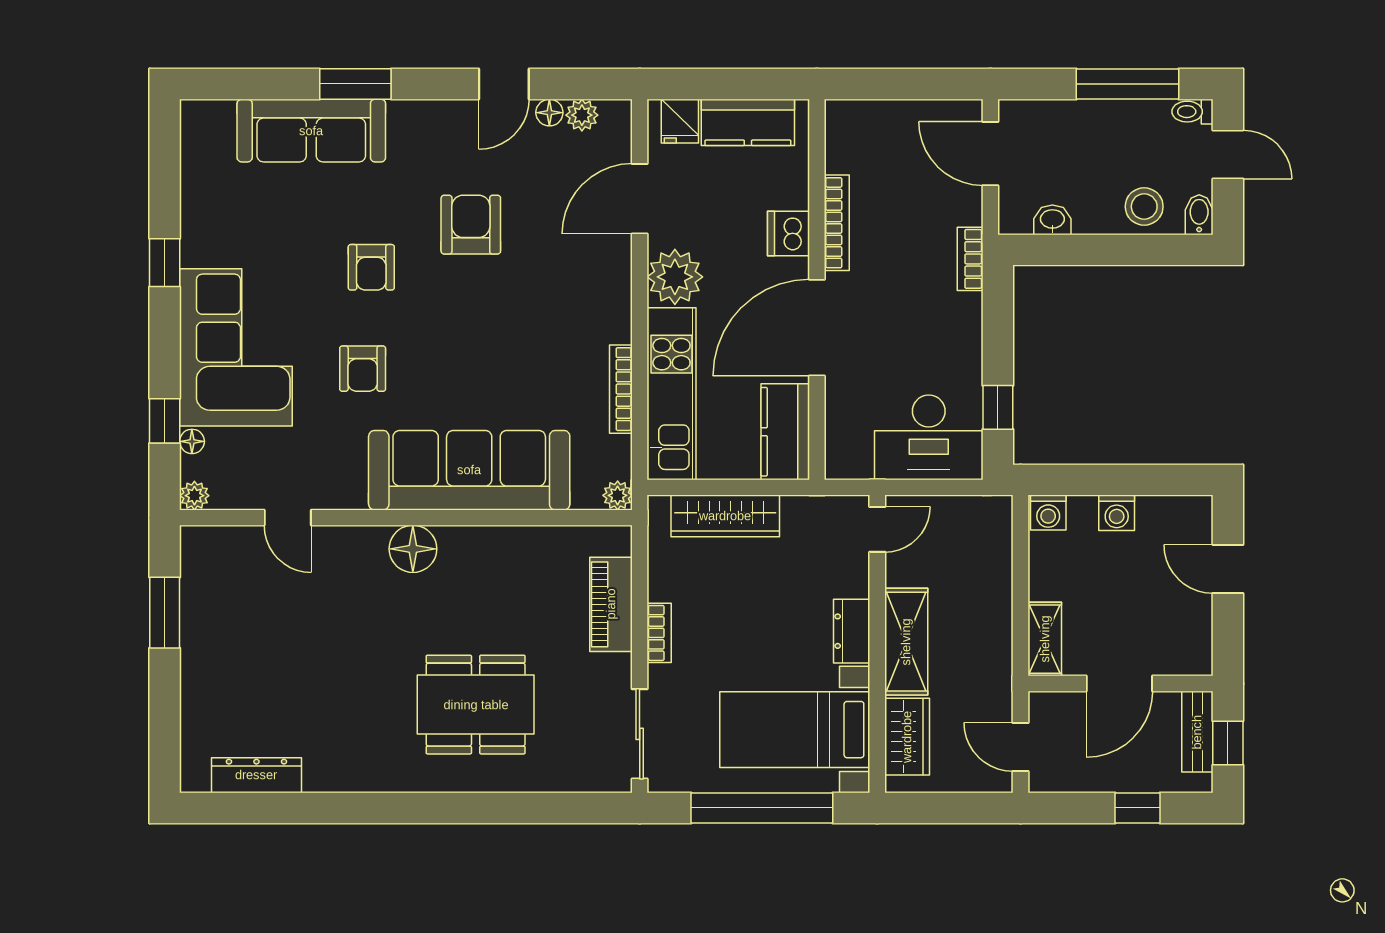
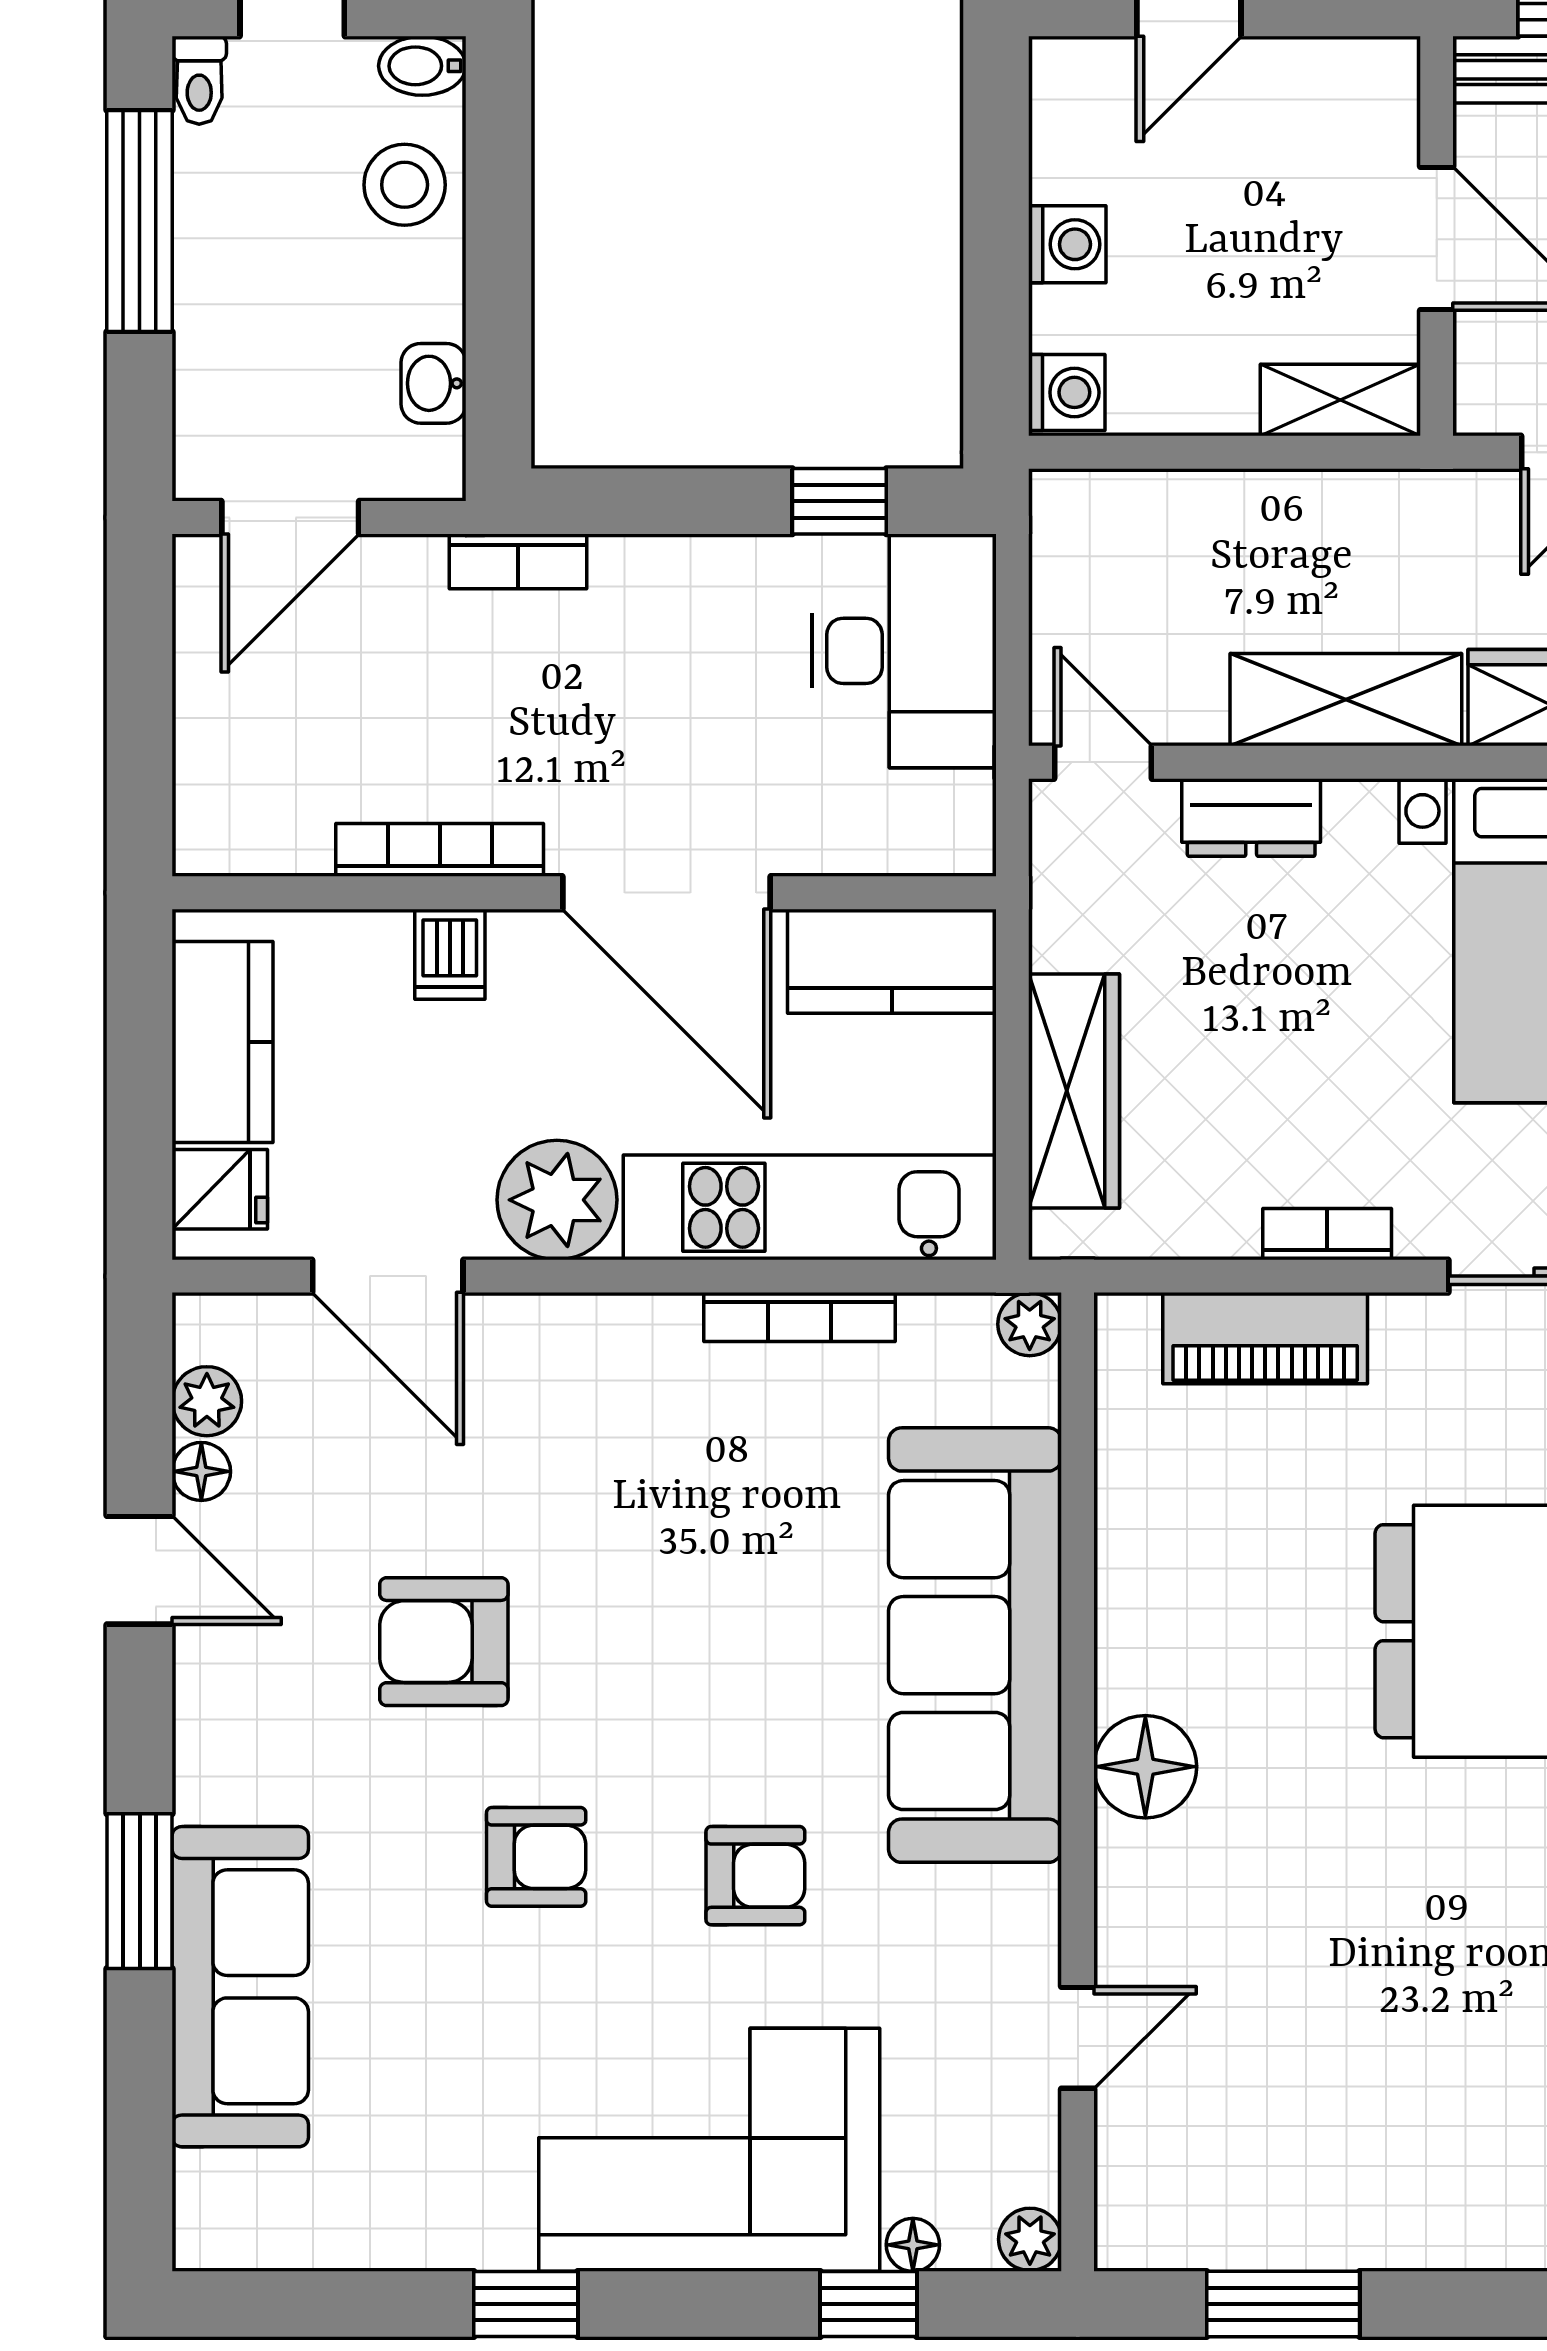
dishwasher: (789, 234) -> (450, 954), width x0.73
dresser: (852, 631) -> (1251, 818), moved

